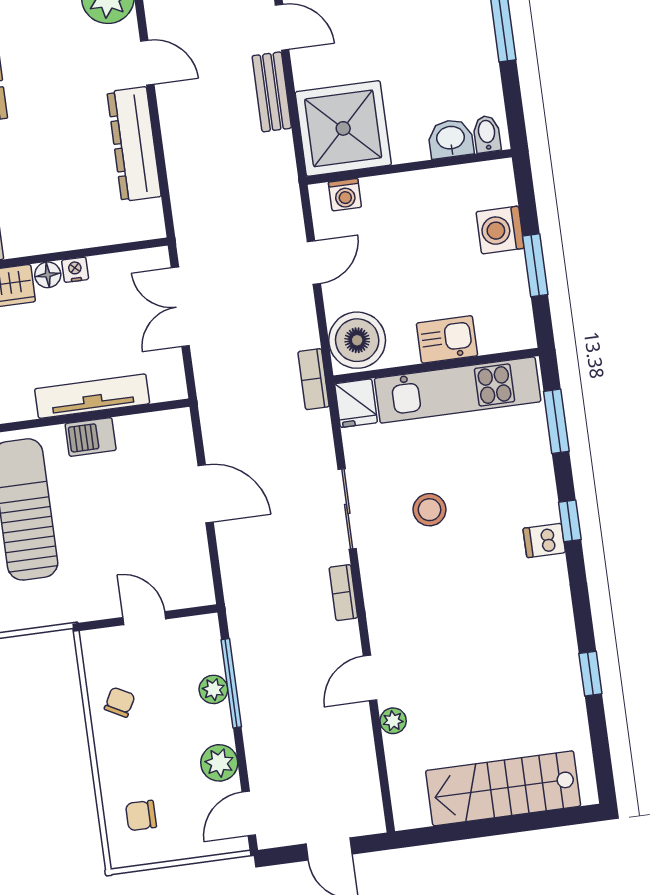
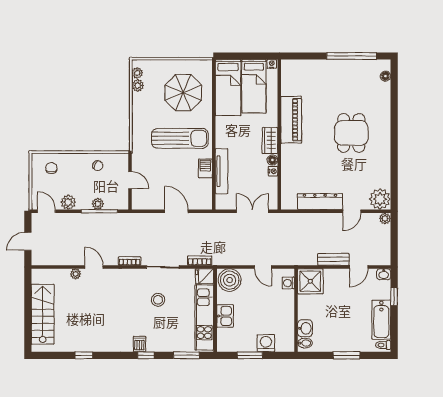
shower: (343, 128) -> (310, 281), width x0.73, depth x0.73
bookcase: (314, 379) -> (200, 261), moved
door: (206, 494) -> (176, 211), swing flipped
door: (144, 618) -> (130, 180), hinge flipped

